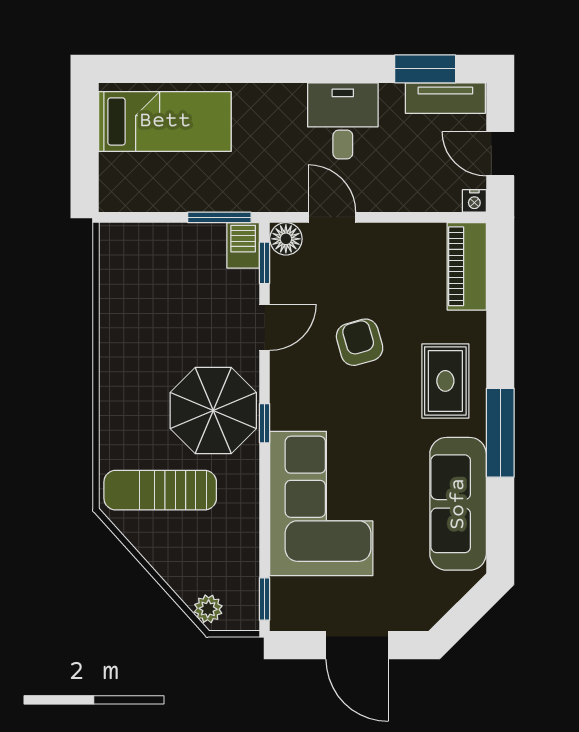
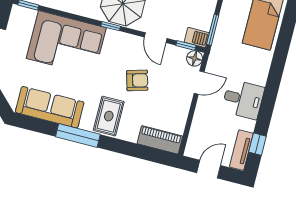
window: (425, 69) -> (257, 144), width x0.67
nightstand: (474, 201) -> (190, 151), removed
rug: (445, 381) -> (109, 116), turned 90

